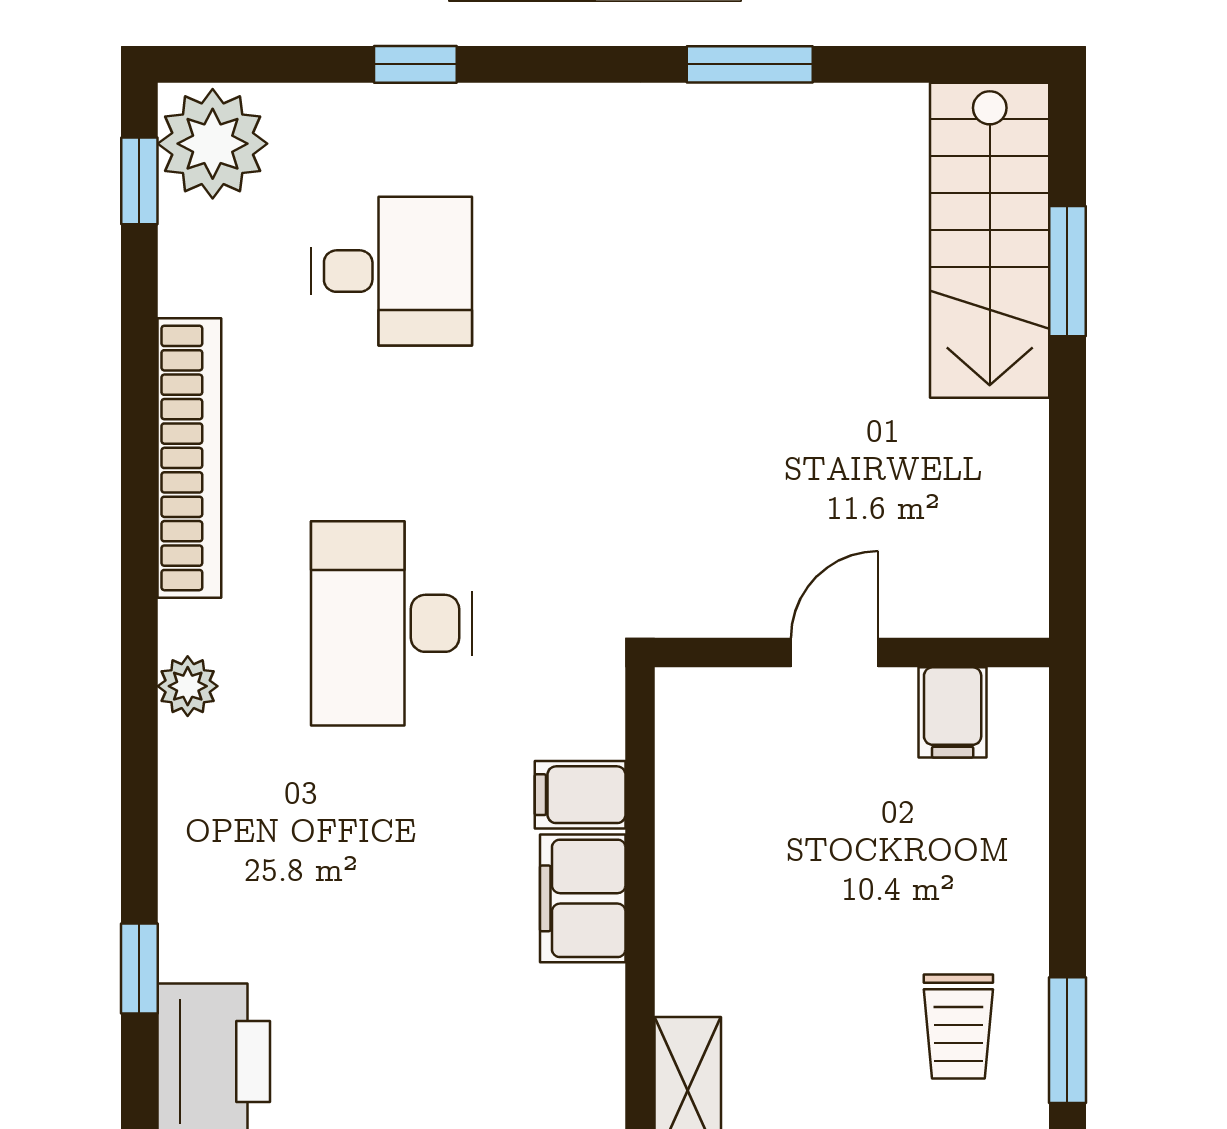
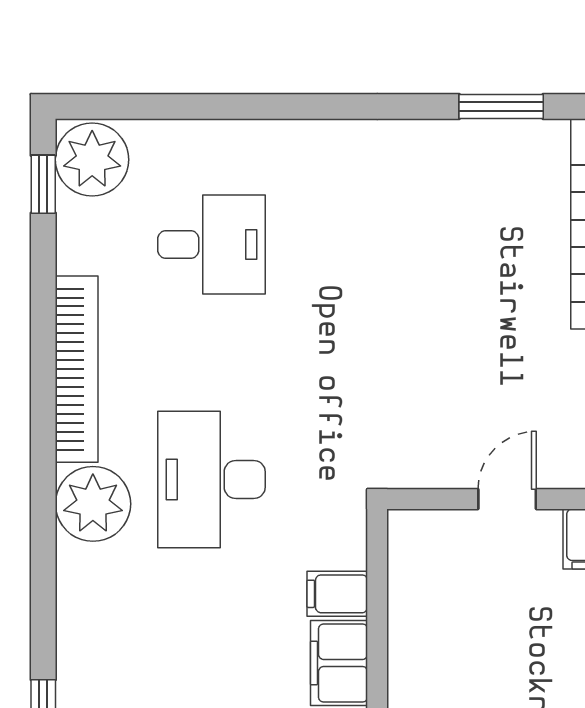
window: (415, 64) -> (227, 107), removed
window: (750, 64) -> (501, 107), moved
plant: (188, 686) -> (93, 504), width x1.88, depth x1.88

